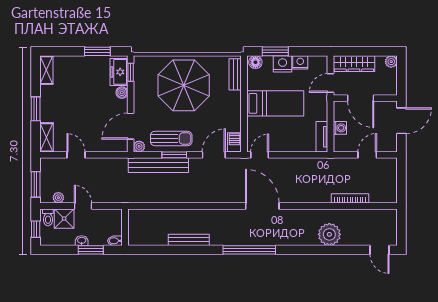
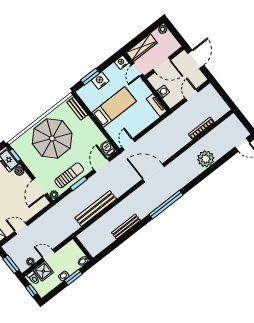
floor lamp: (255, 62) -> (83, 92), removed
nightstand: (300, 62) -> (122, 62), moved
bench: (158, 165) -> (96, 209), moved

